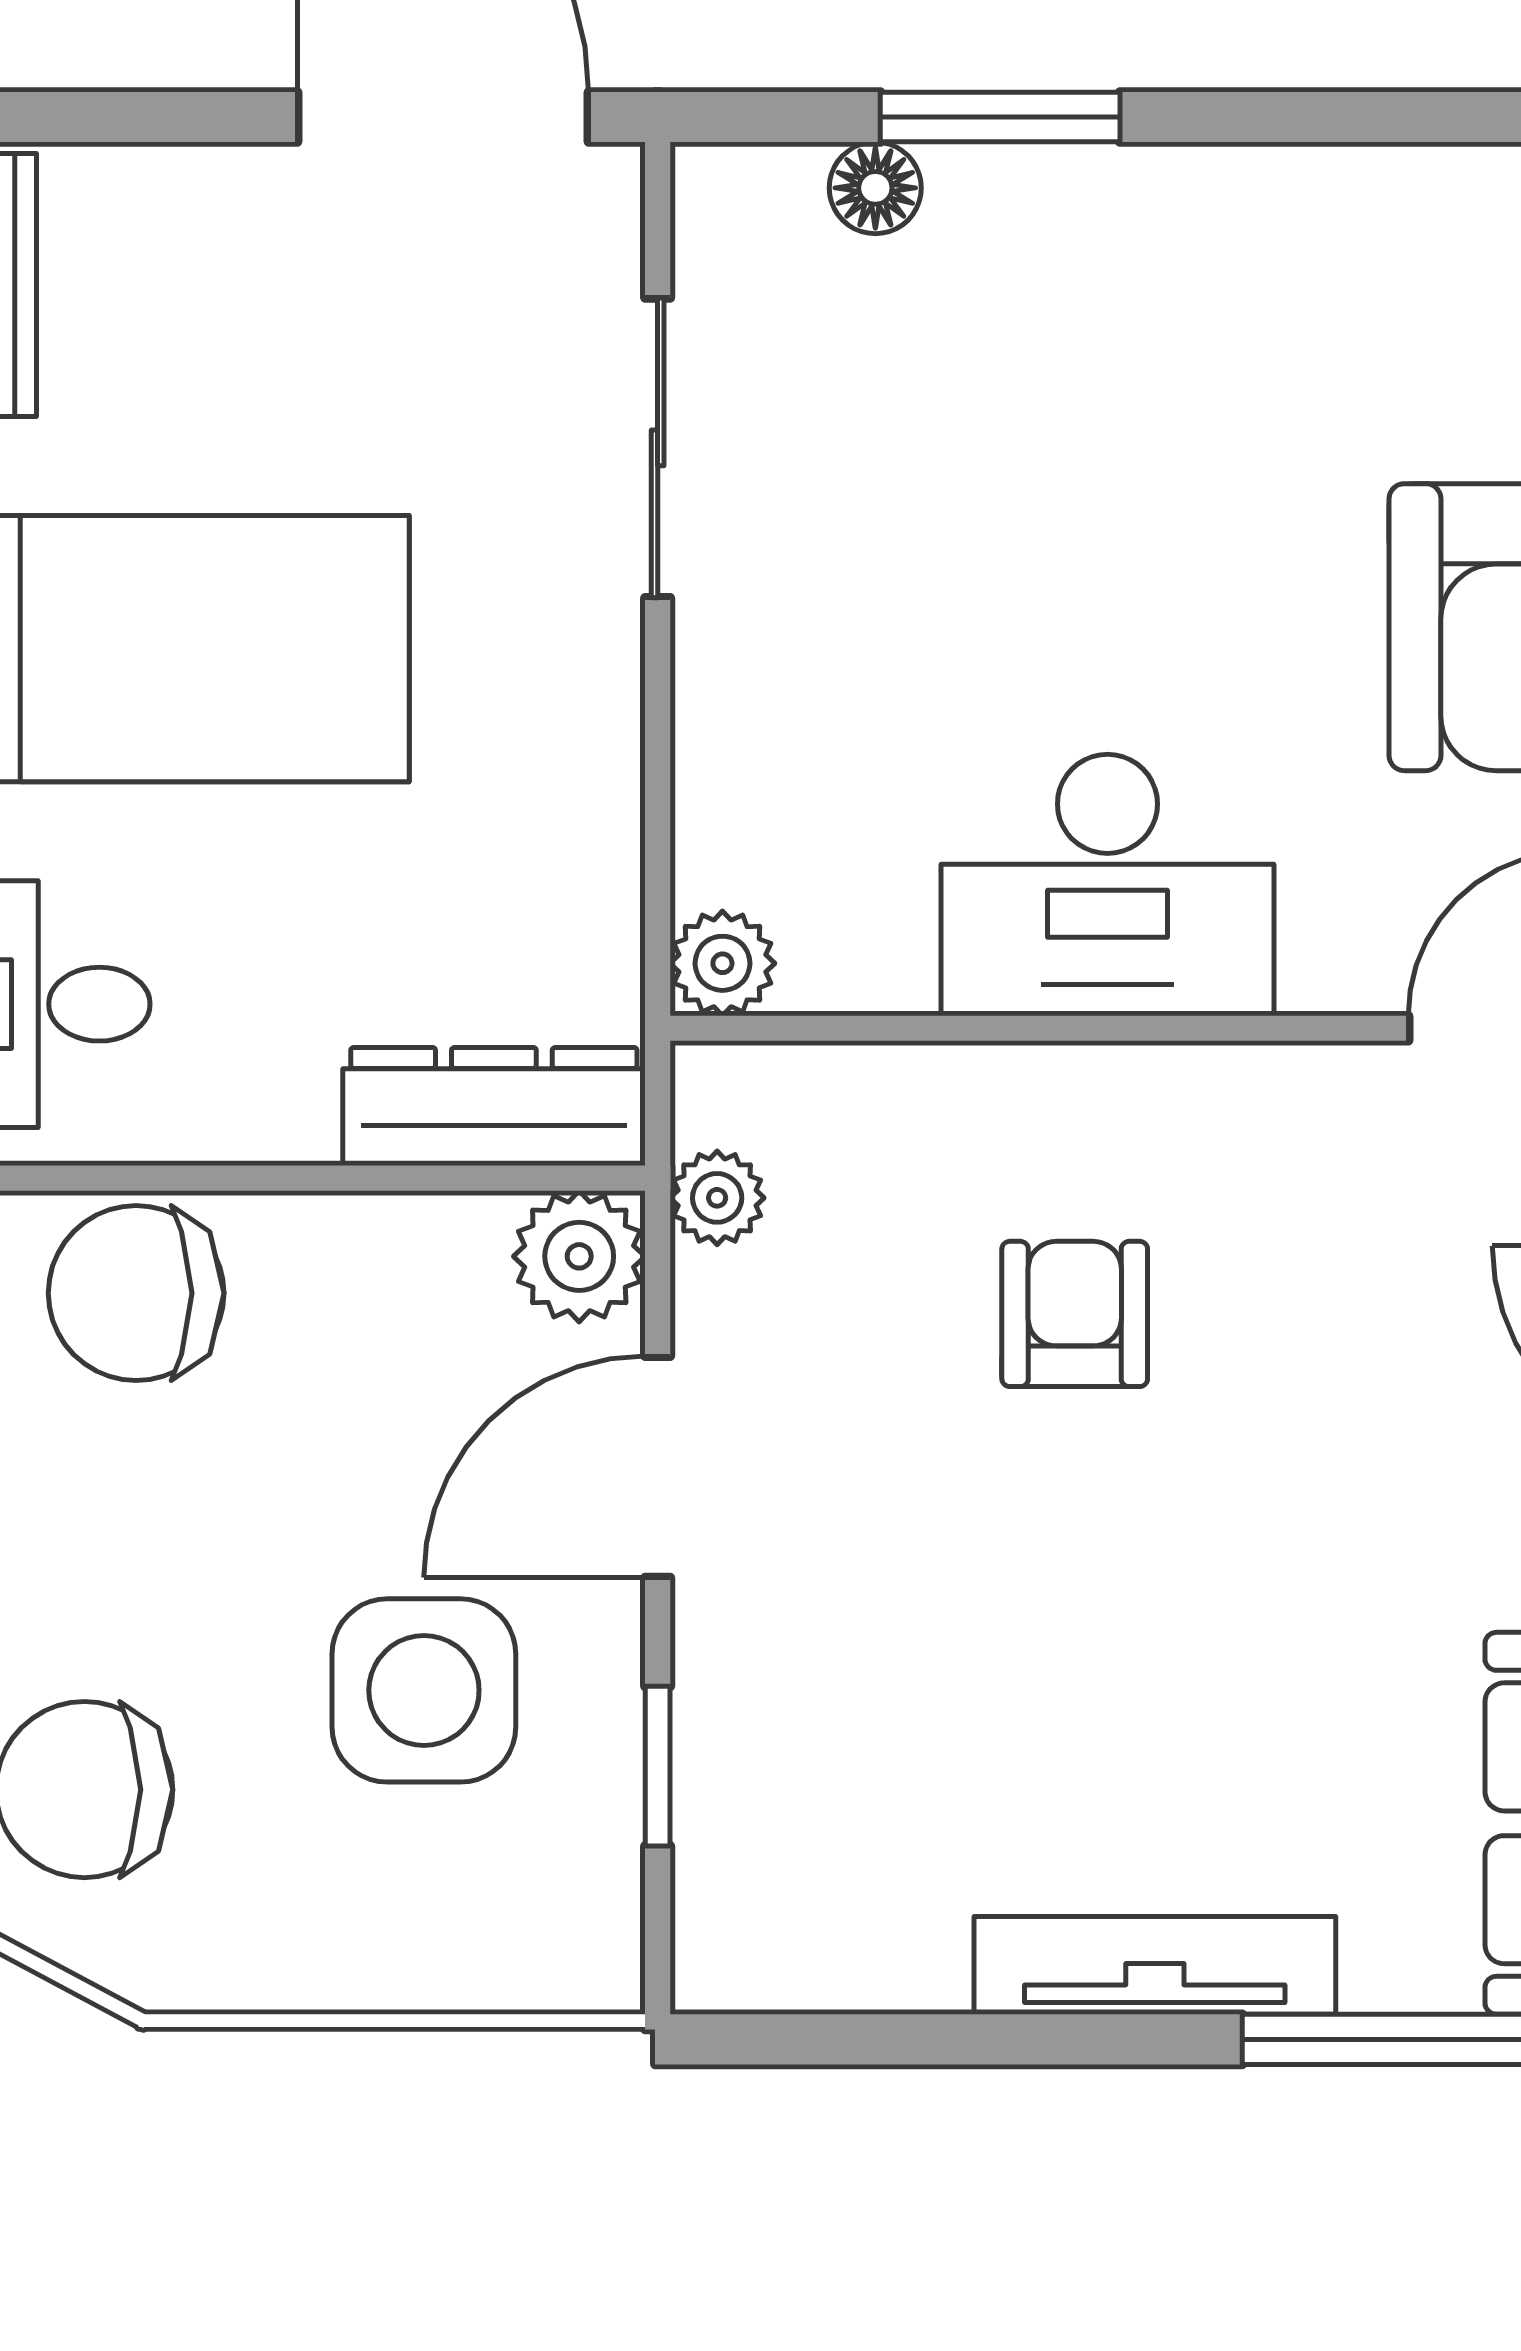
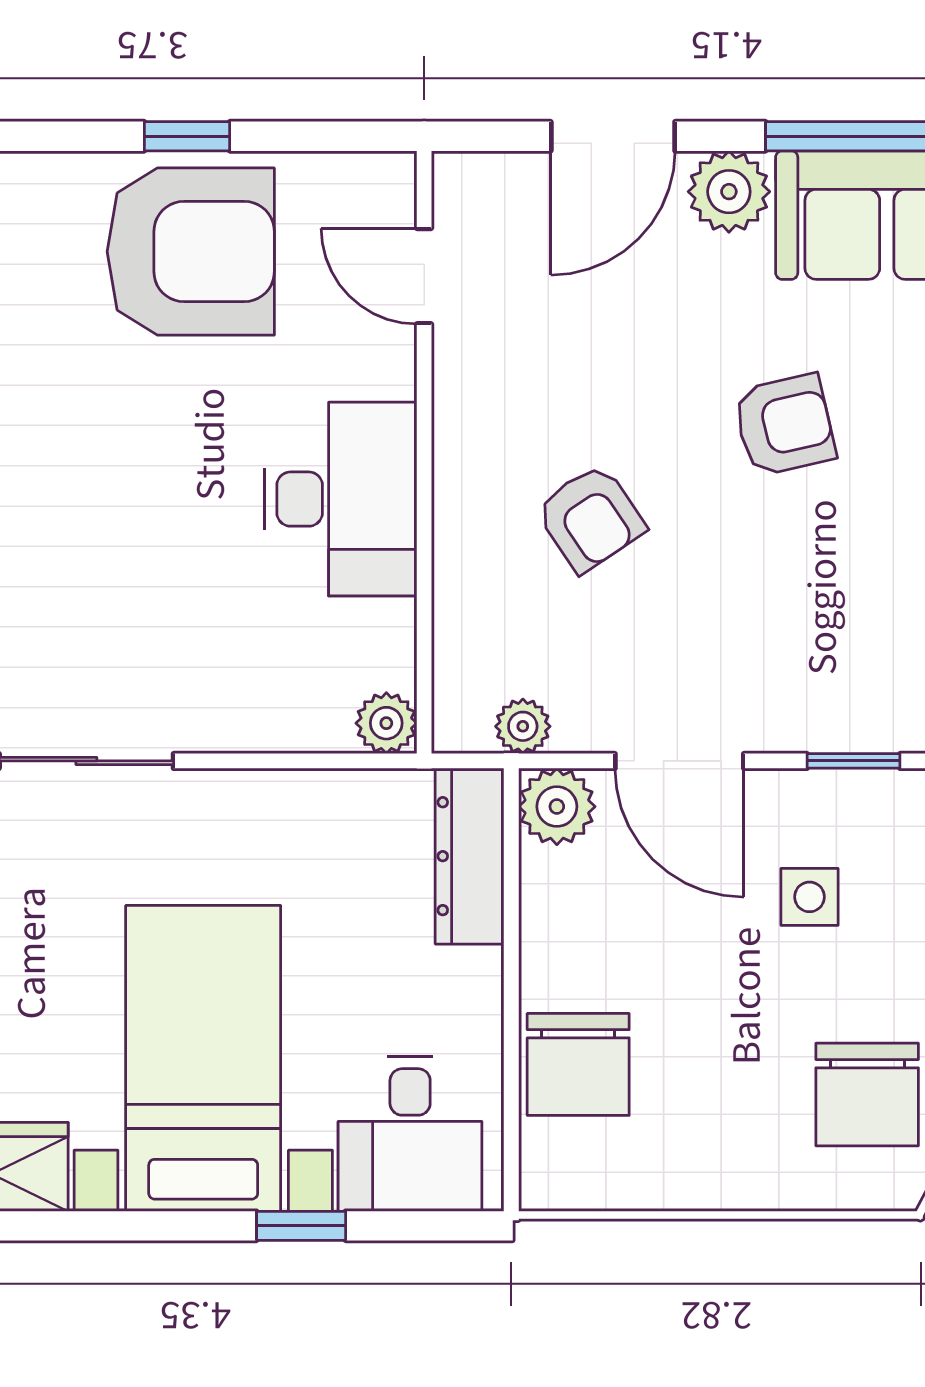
armchair: (1075, 1314) -> (590, 518), turned -124
armchair: (1235, 1647) -> (784, 425), added
side table: (424, 1690) -> (809, 897), width x0.54, depth x0.54

